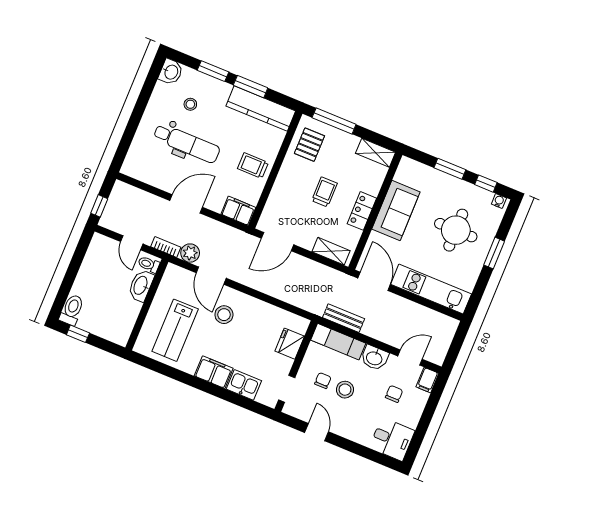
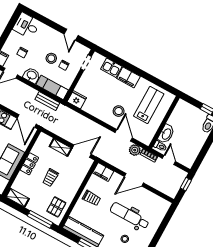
shelving: (331, 251) -> (61, 147), moved
fridge: (290, 344) -> (77, 100), moved, turned -90

